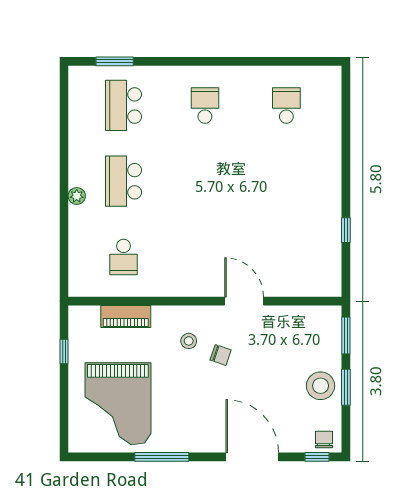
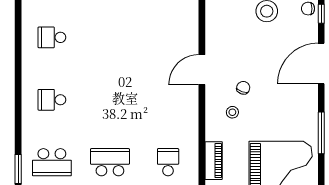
school desk: (124, 181) -> (110, 162), turned 180
school desk: (124, 257) -> (168, 162), turned -90

